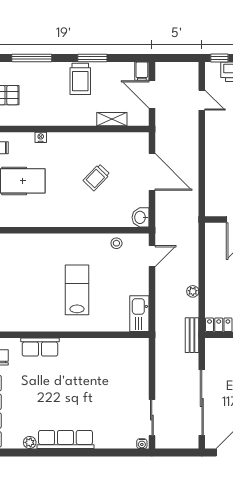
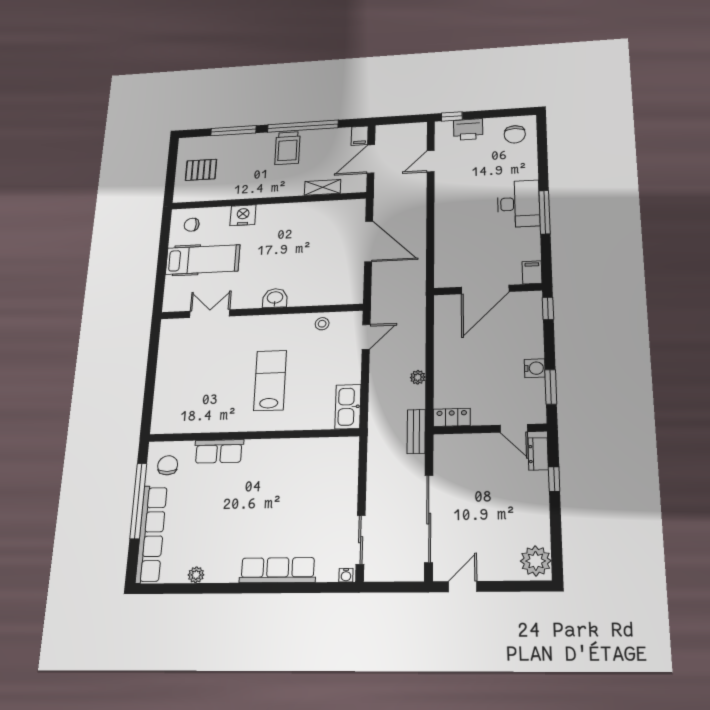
window: (92, 58) -> (303, 126), width x2.11
door: (152, 94) -> (371, 159), hinge flipped
door: (202, 100) -> (431, 161), swing flipped
nightstand: (41, 137) -> (243, 215), width x1.89, depth x1.79
trolley: (97, 177) -> (301, 251), removed
washbasin: (140, 217) -> (275, 298), moved, turned 90
double door: (24, 230) -> (210, 314), added
row of seats: (65, 440) -> (278, 570), moved

